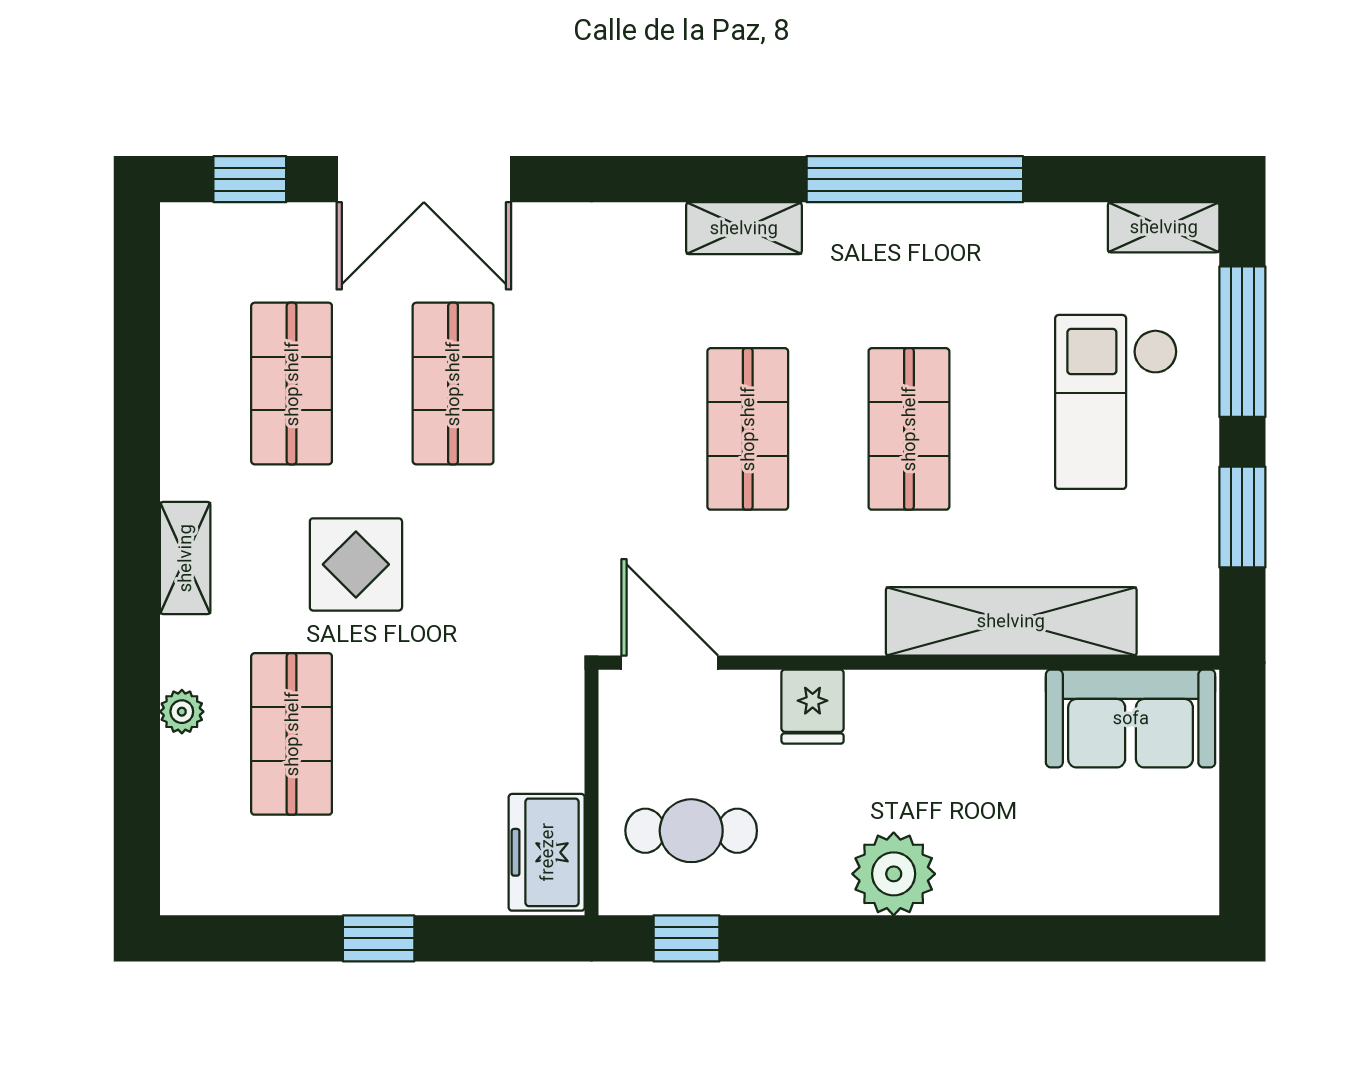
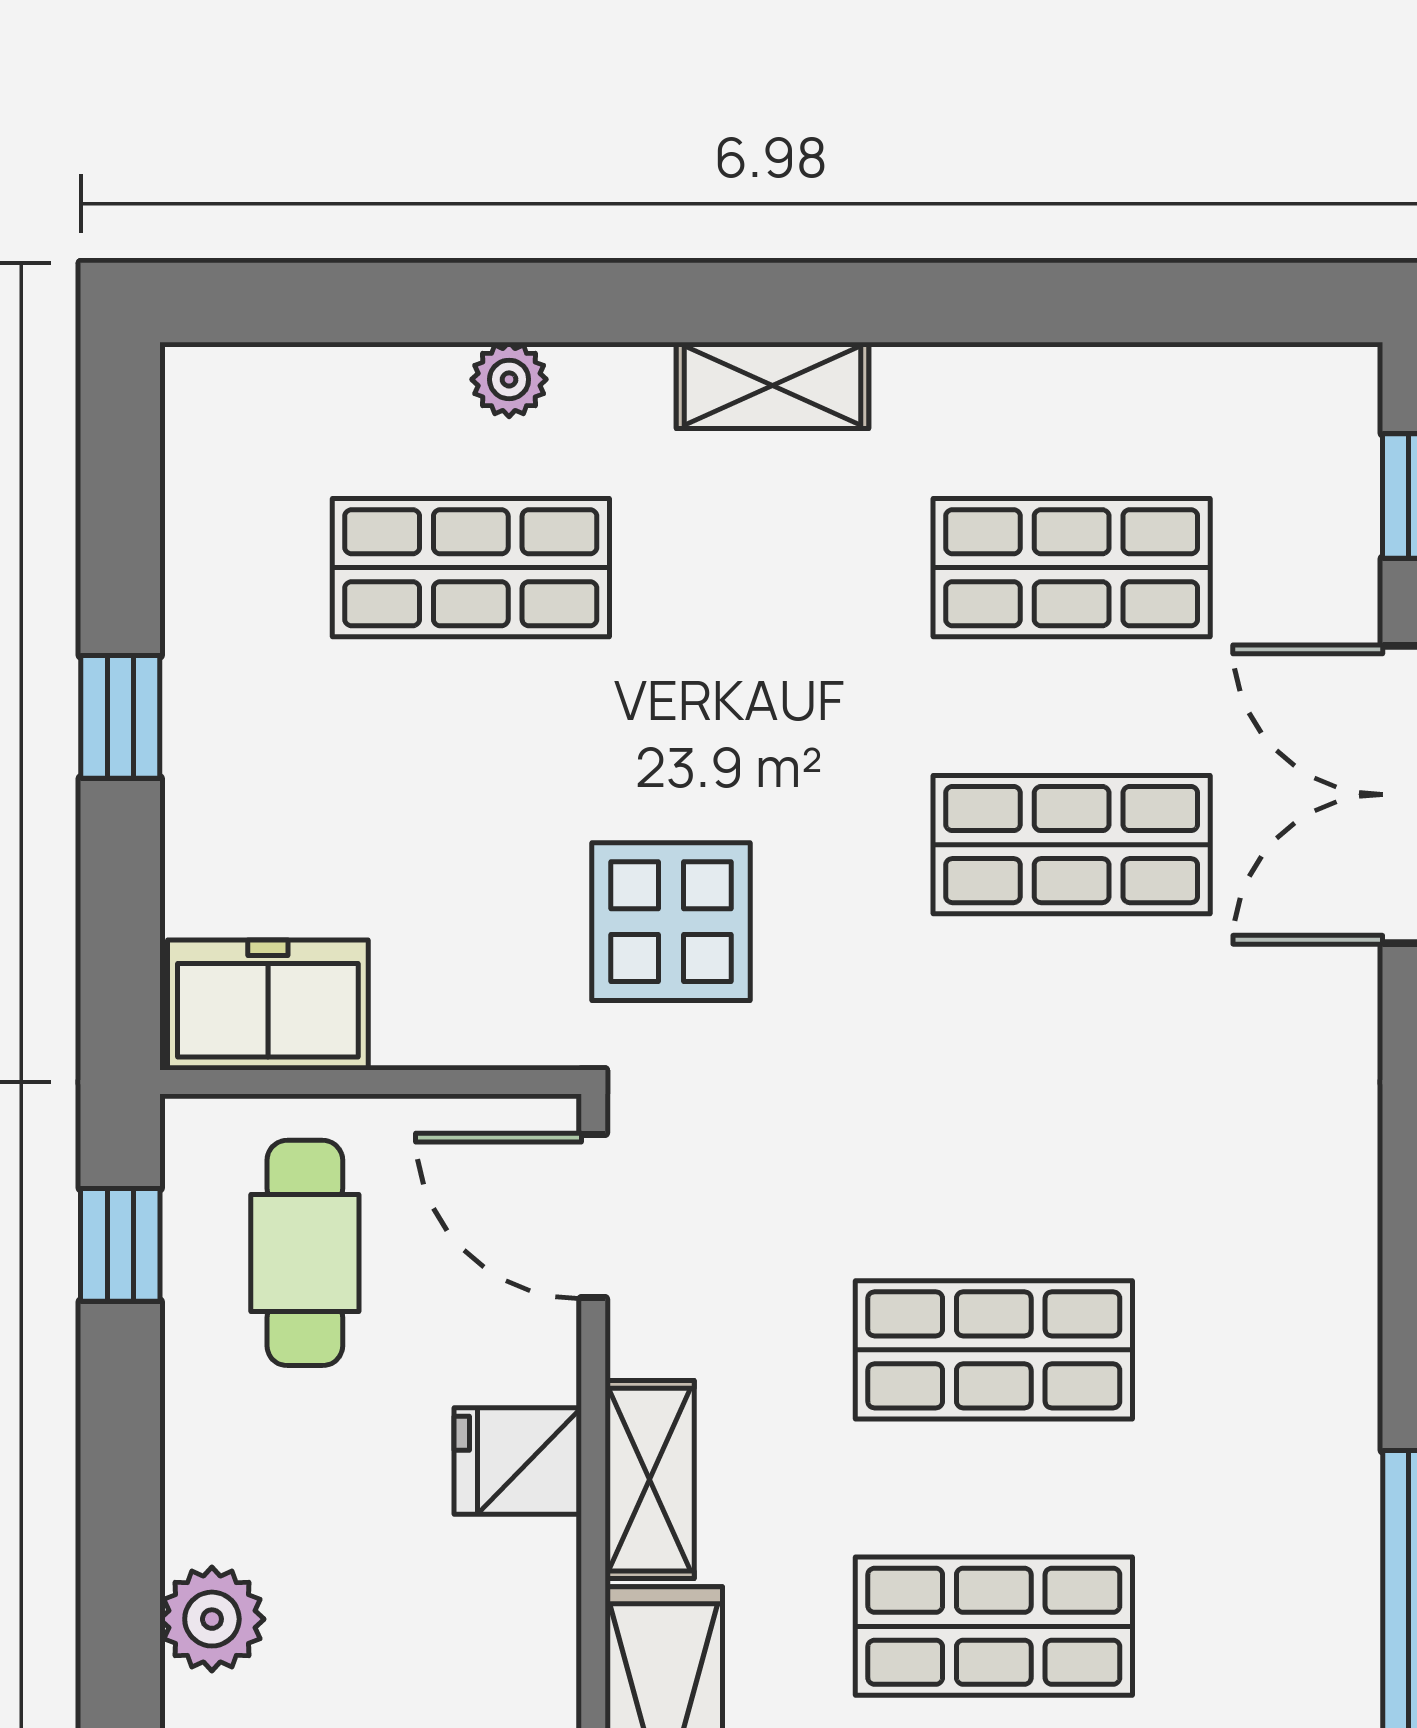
shelving: (744, 228) -> (650, 1480), moved
display table: (356, 564) -> (671, 922), moved
door: (670, 663) -> (593, 1216), swing flipped
plant: (894, 874) -> (212, 1619), width x0.73, depth x0.73

